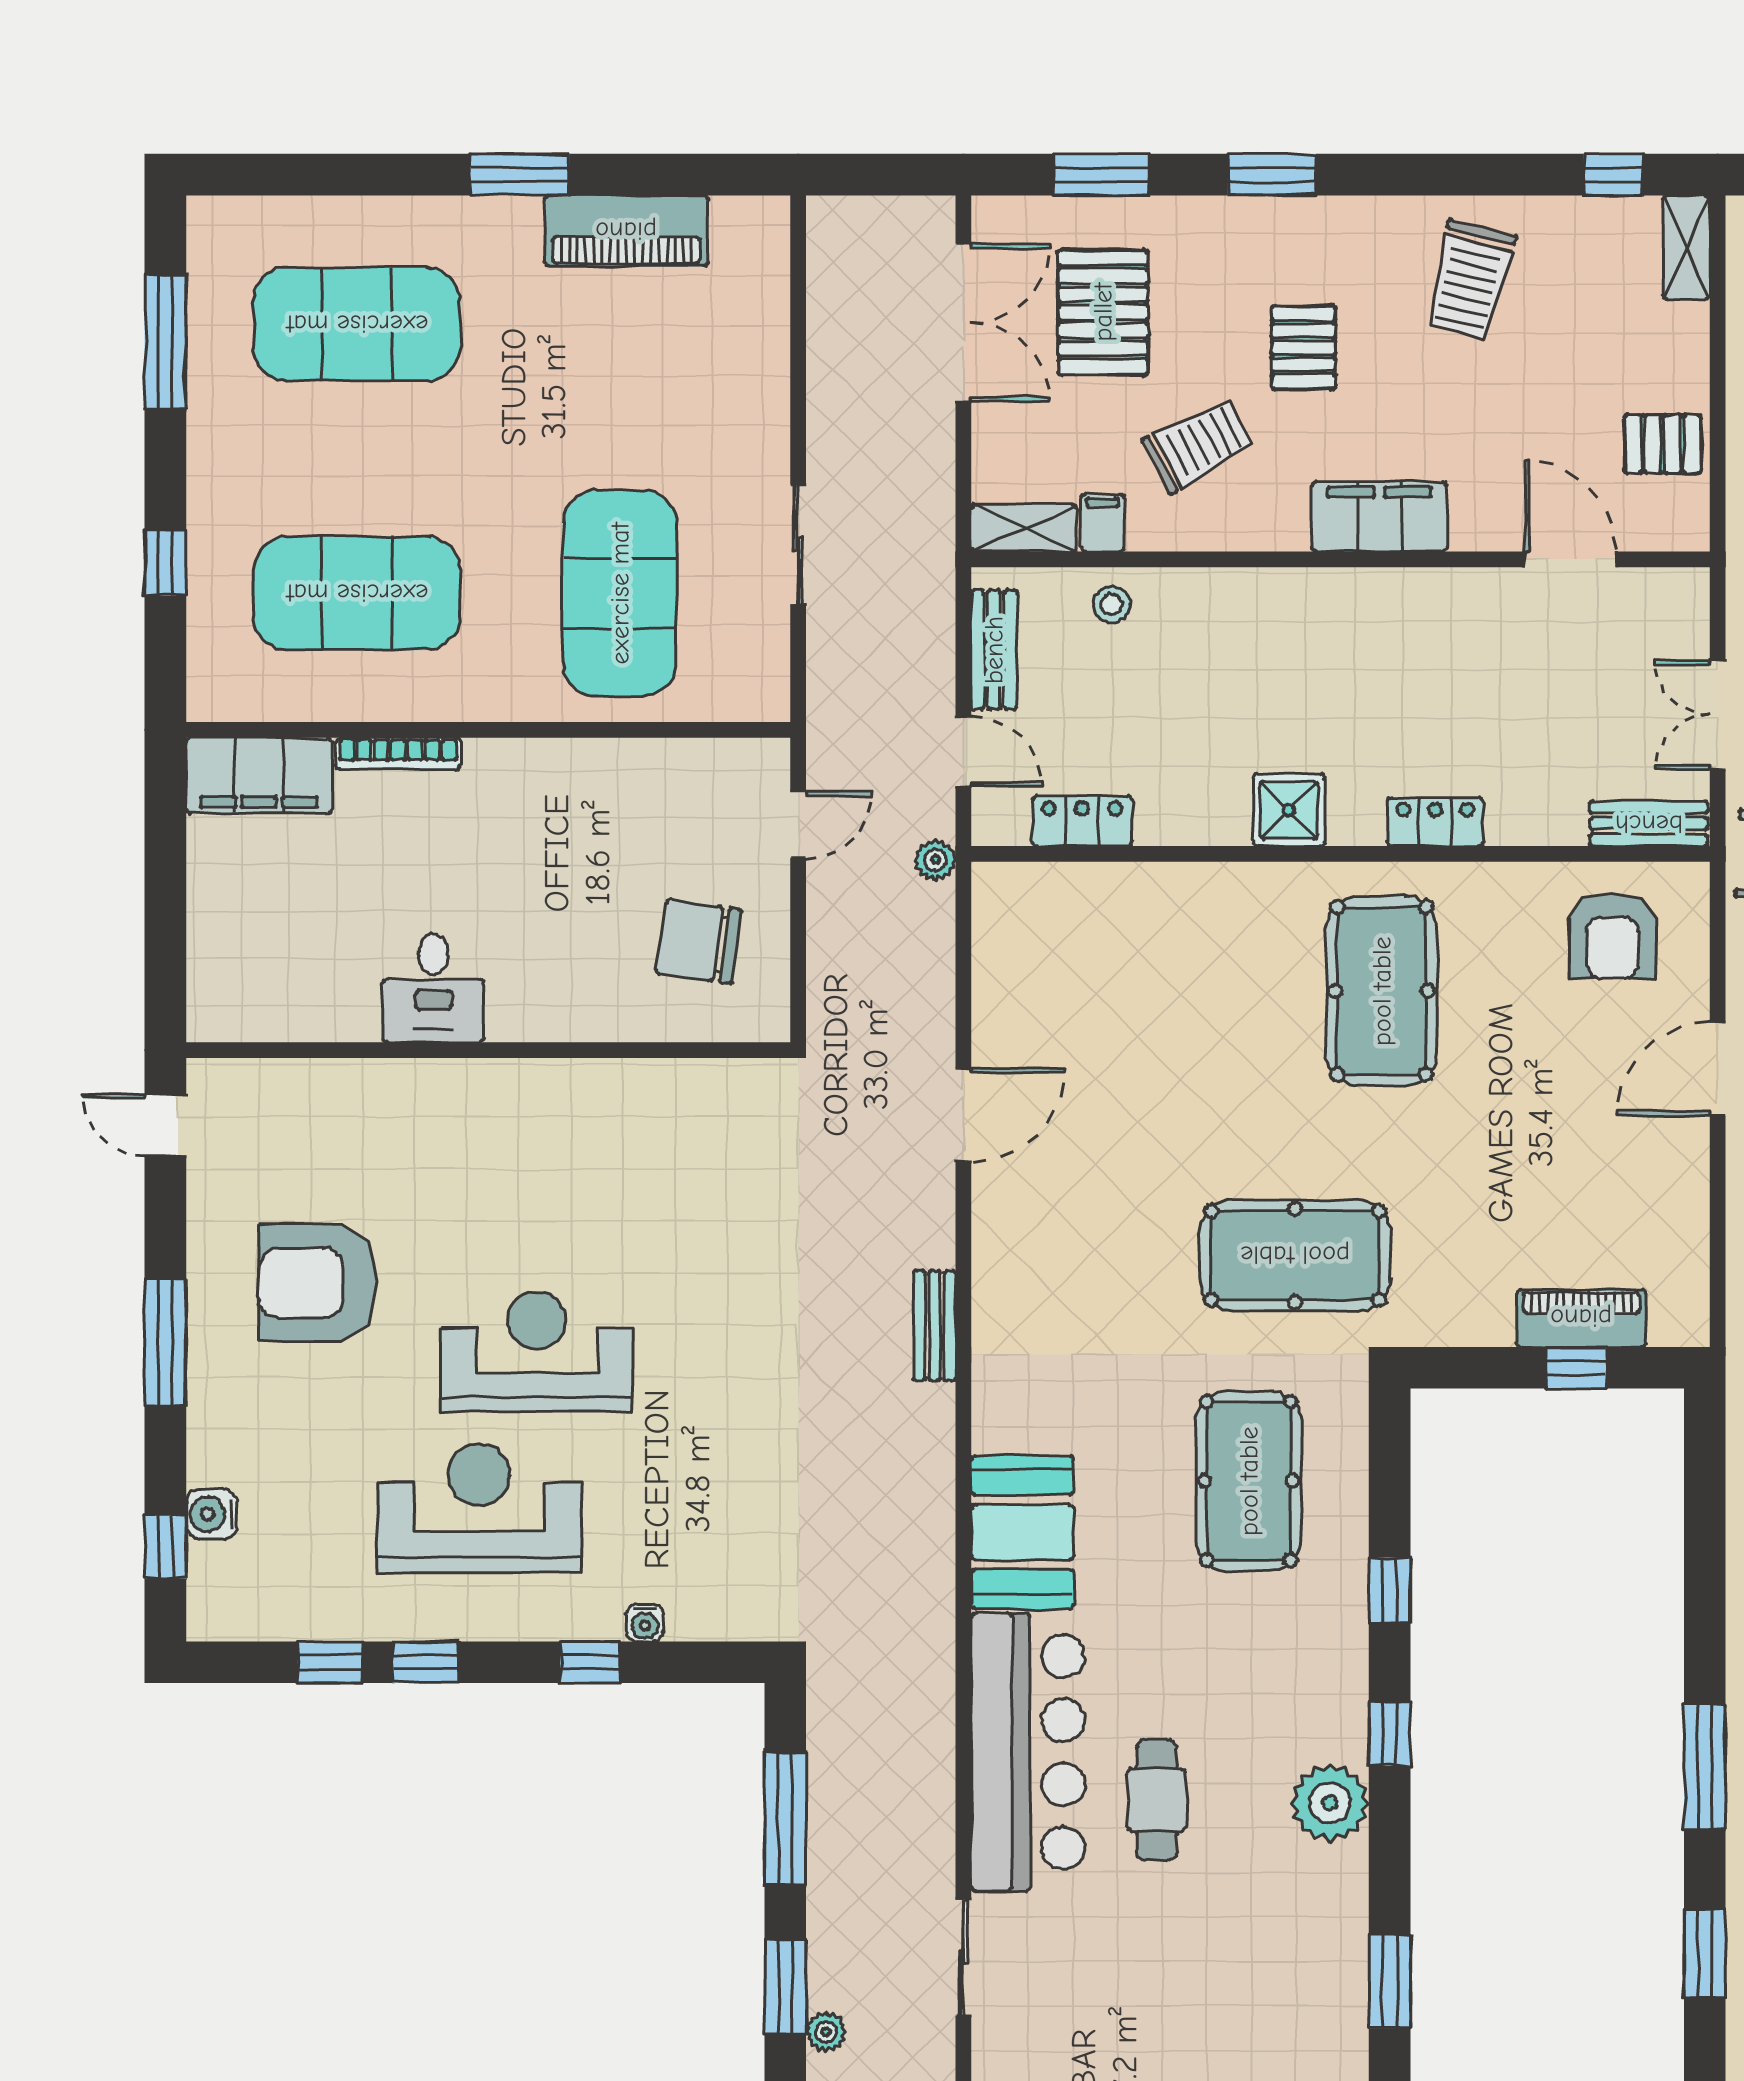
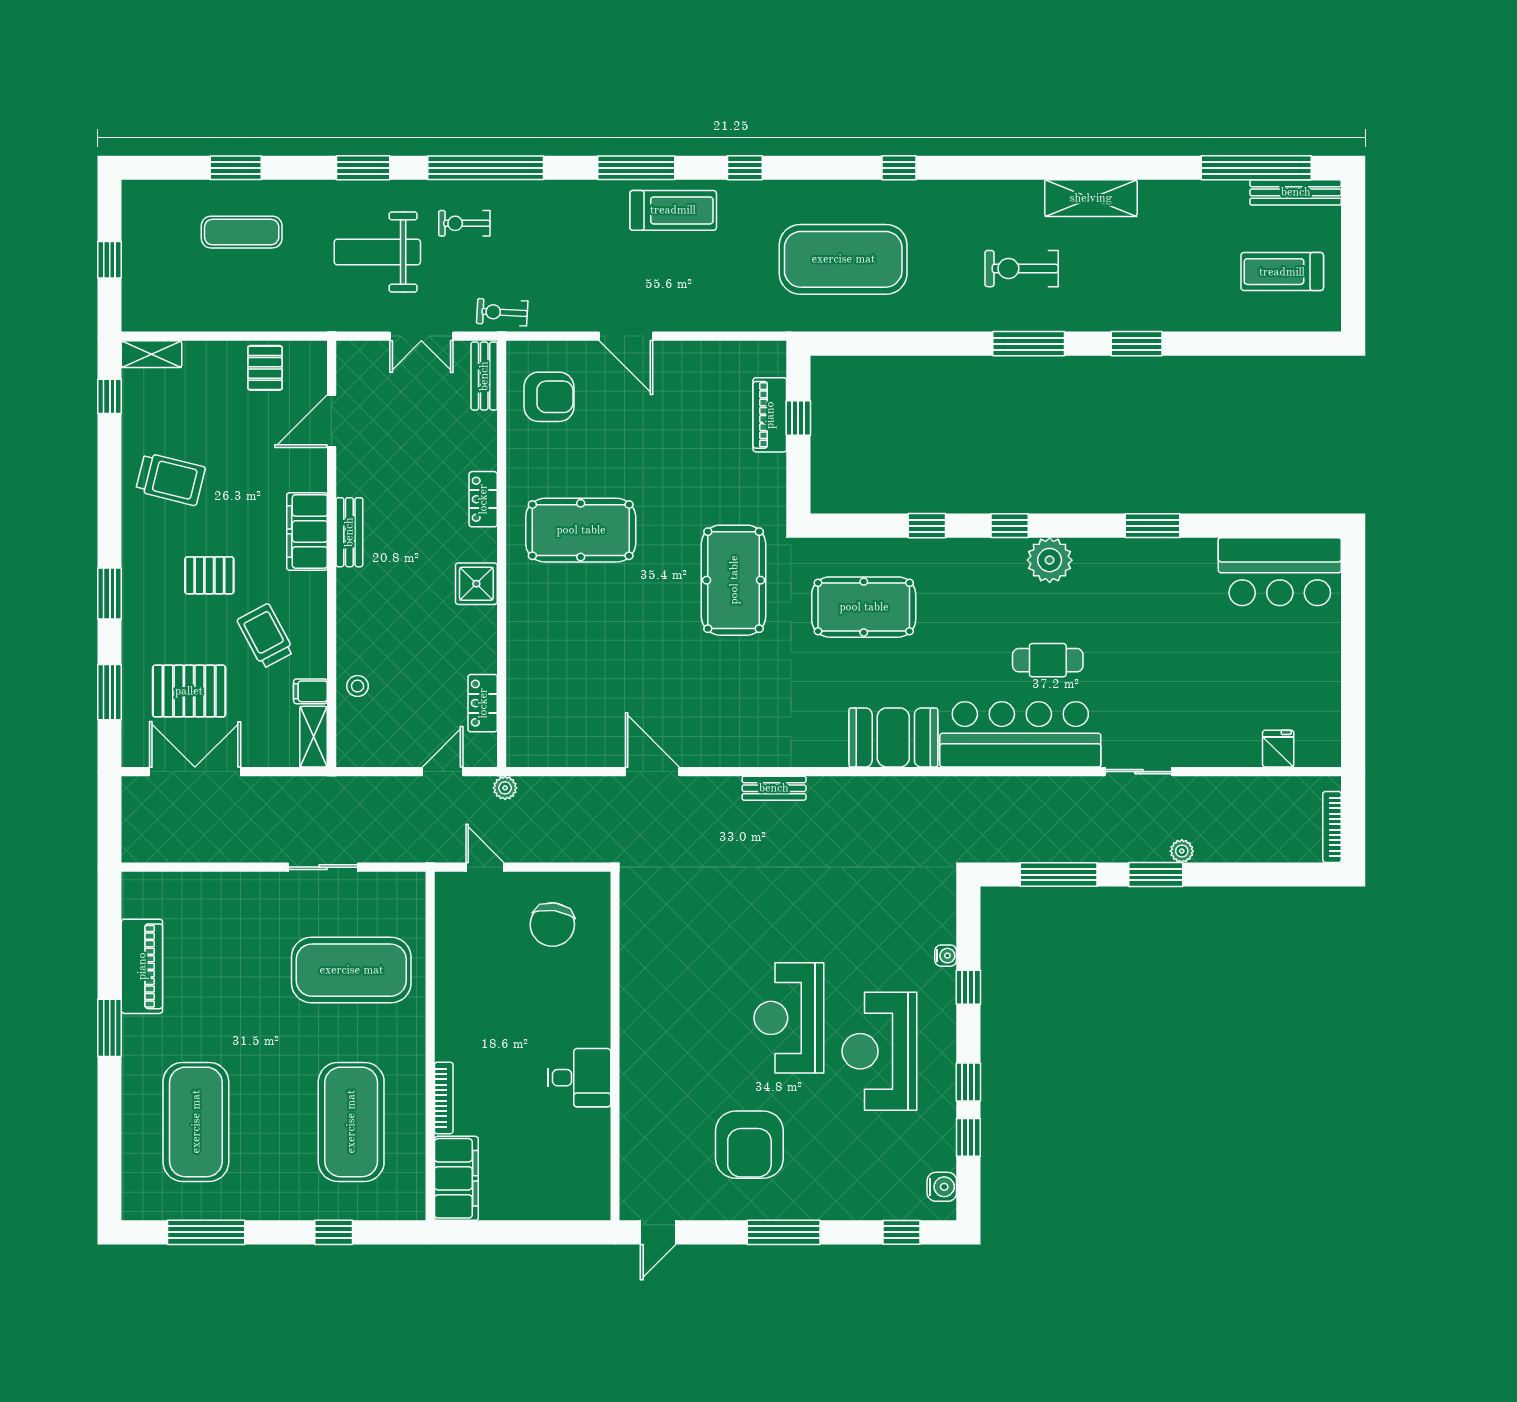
bench: (994, 650) -> (349, 532), moved, turned 90
water cooler: (211, 1514) -> (942, 1187), moved, turned -90

